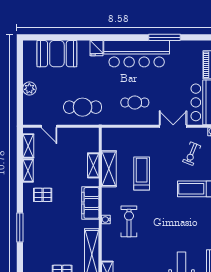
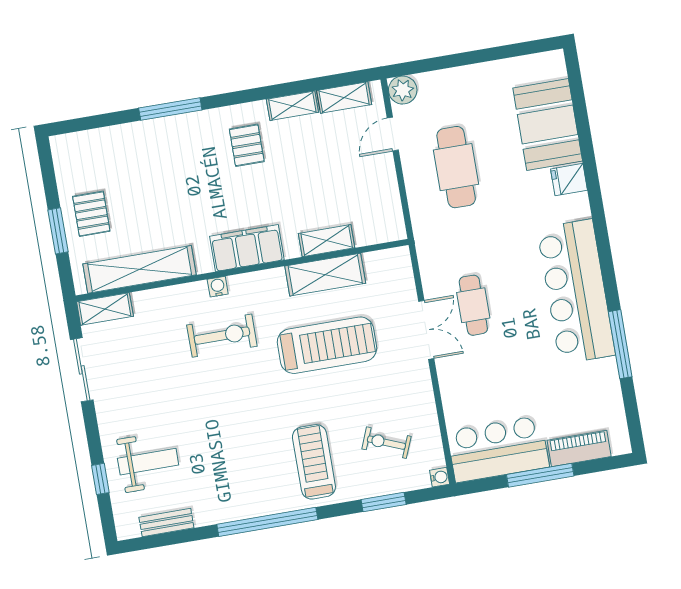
fridge: (97, 48) -> (569, 180), moved
plant: (29, 89) -> (403, 90), moved
cafe table: (83, 107) -> (456, 167), moved
double door: (173, 126) -> (426, 330), moved
treadmill: (142, 174) -> (327, 345), width x1.37, depth x1.38

